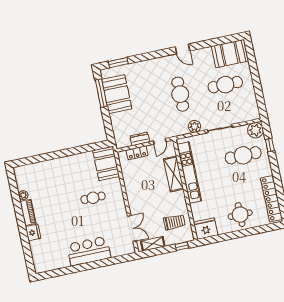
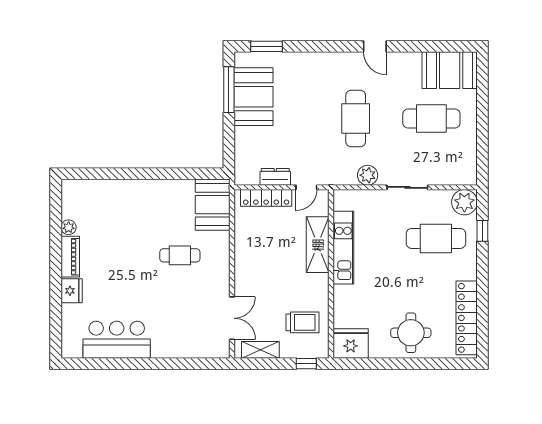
locker: (137, 153) -> (266, 198), width x1.53
kitchen unit: (189, 172) -> (343, 248), width x0.73
bar counter: (89, 251) -> (117, 340), moved

